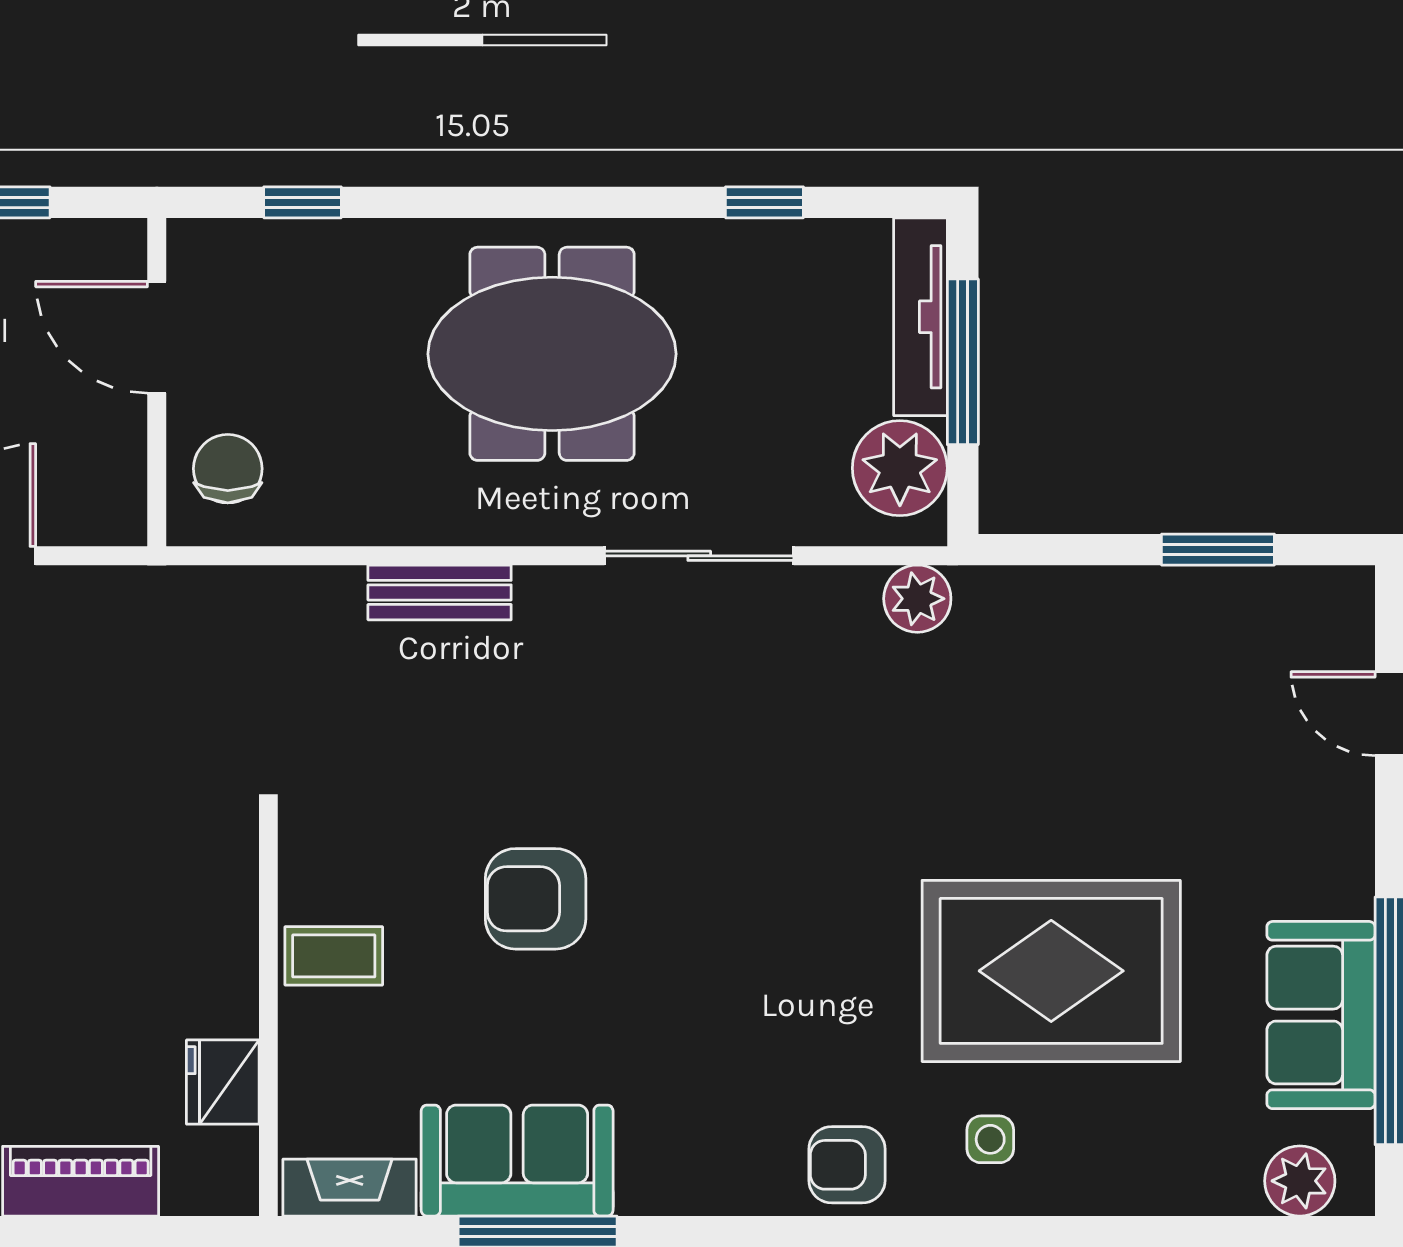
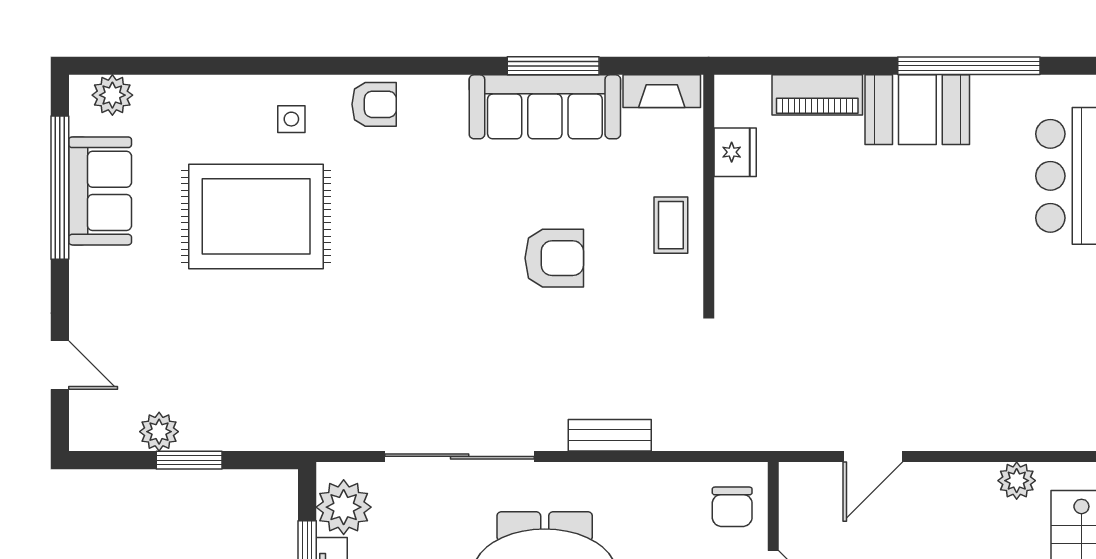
window: (1218, 550) -> (189, 460), moved
sliding door: (699, 556) -> (460, 456), width x1.36
plant: (917, 599) -> (159, 432), moved
coffee table: (334, 956) -> (671, 225), turned 90
sofa: (517, 1161) -> (545, 107), width x1.36

